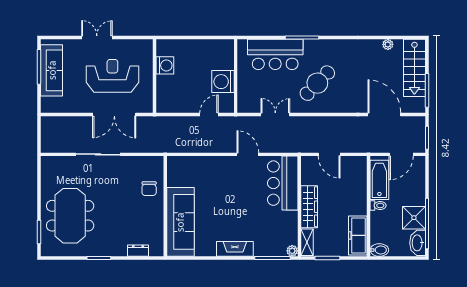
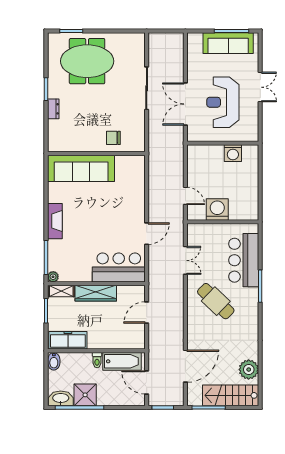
plant: (388, 44) -> (249, 370), width x1.87, depth x1.87
reception desk: (112, 76) -> (223, 102), turned 180
dresser: (138, 251) -> (53, 109), moved

